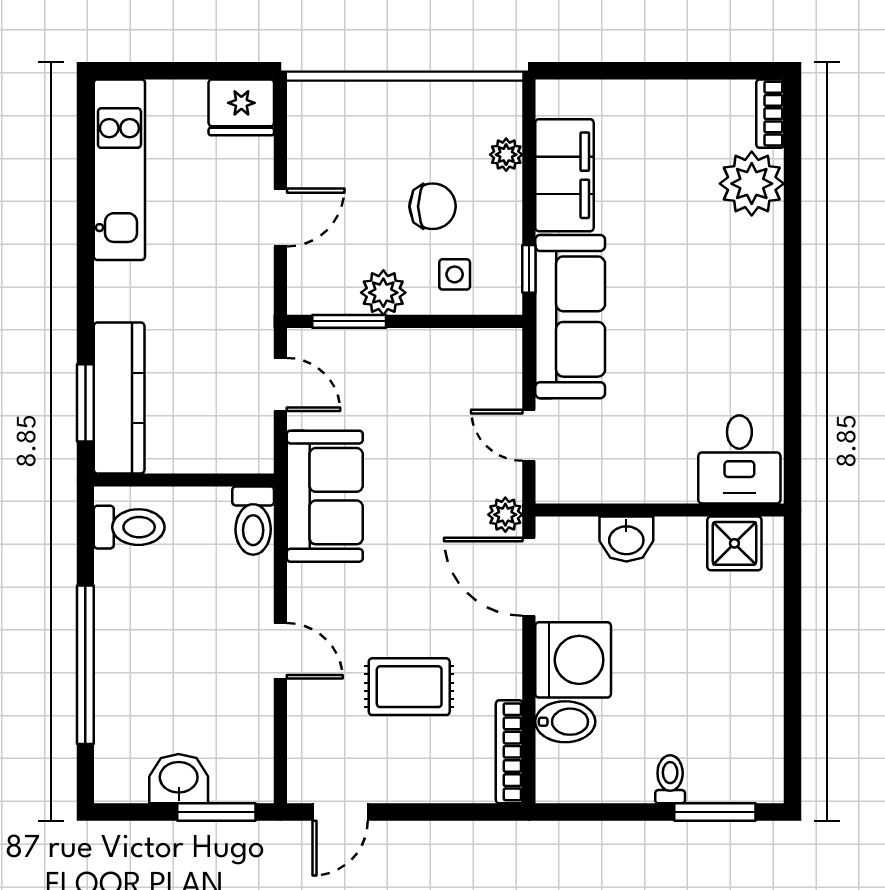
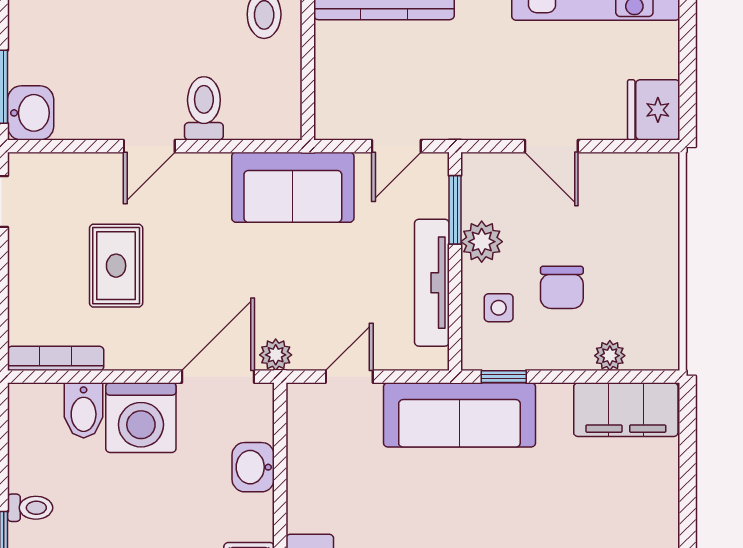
filing cabinet: (564, 175) -> (626, 410), moved
tv unit: (428, 346) -> (432, 283), added
toilet: (253, 521) -> (204, 108), moved, turned 90
washbasin: (179, 779) -> (31, 113), moved

